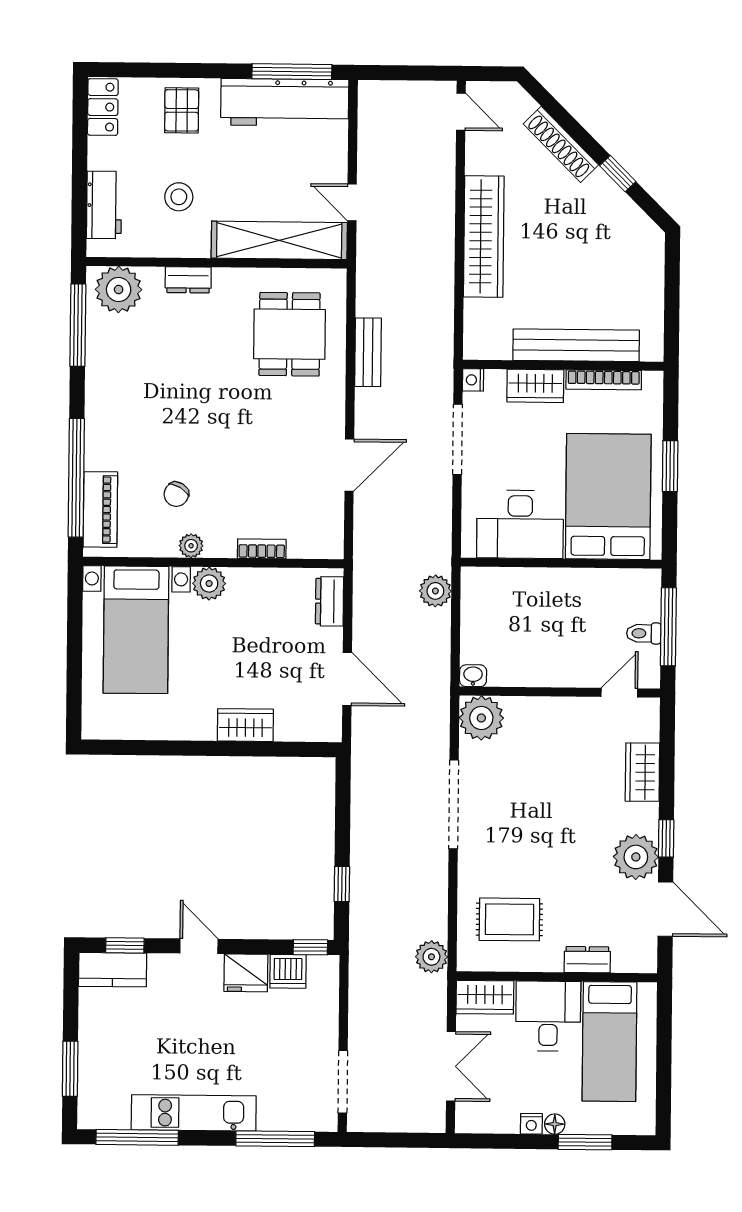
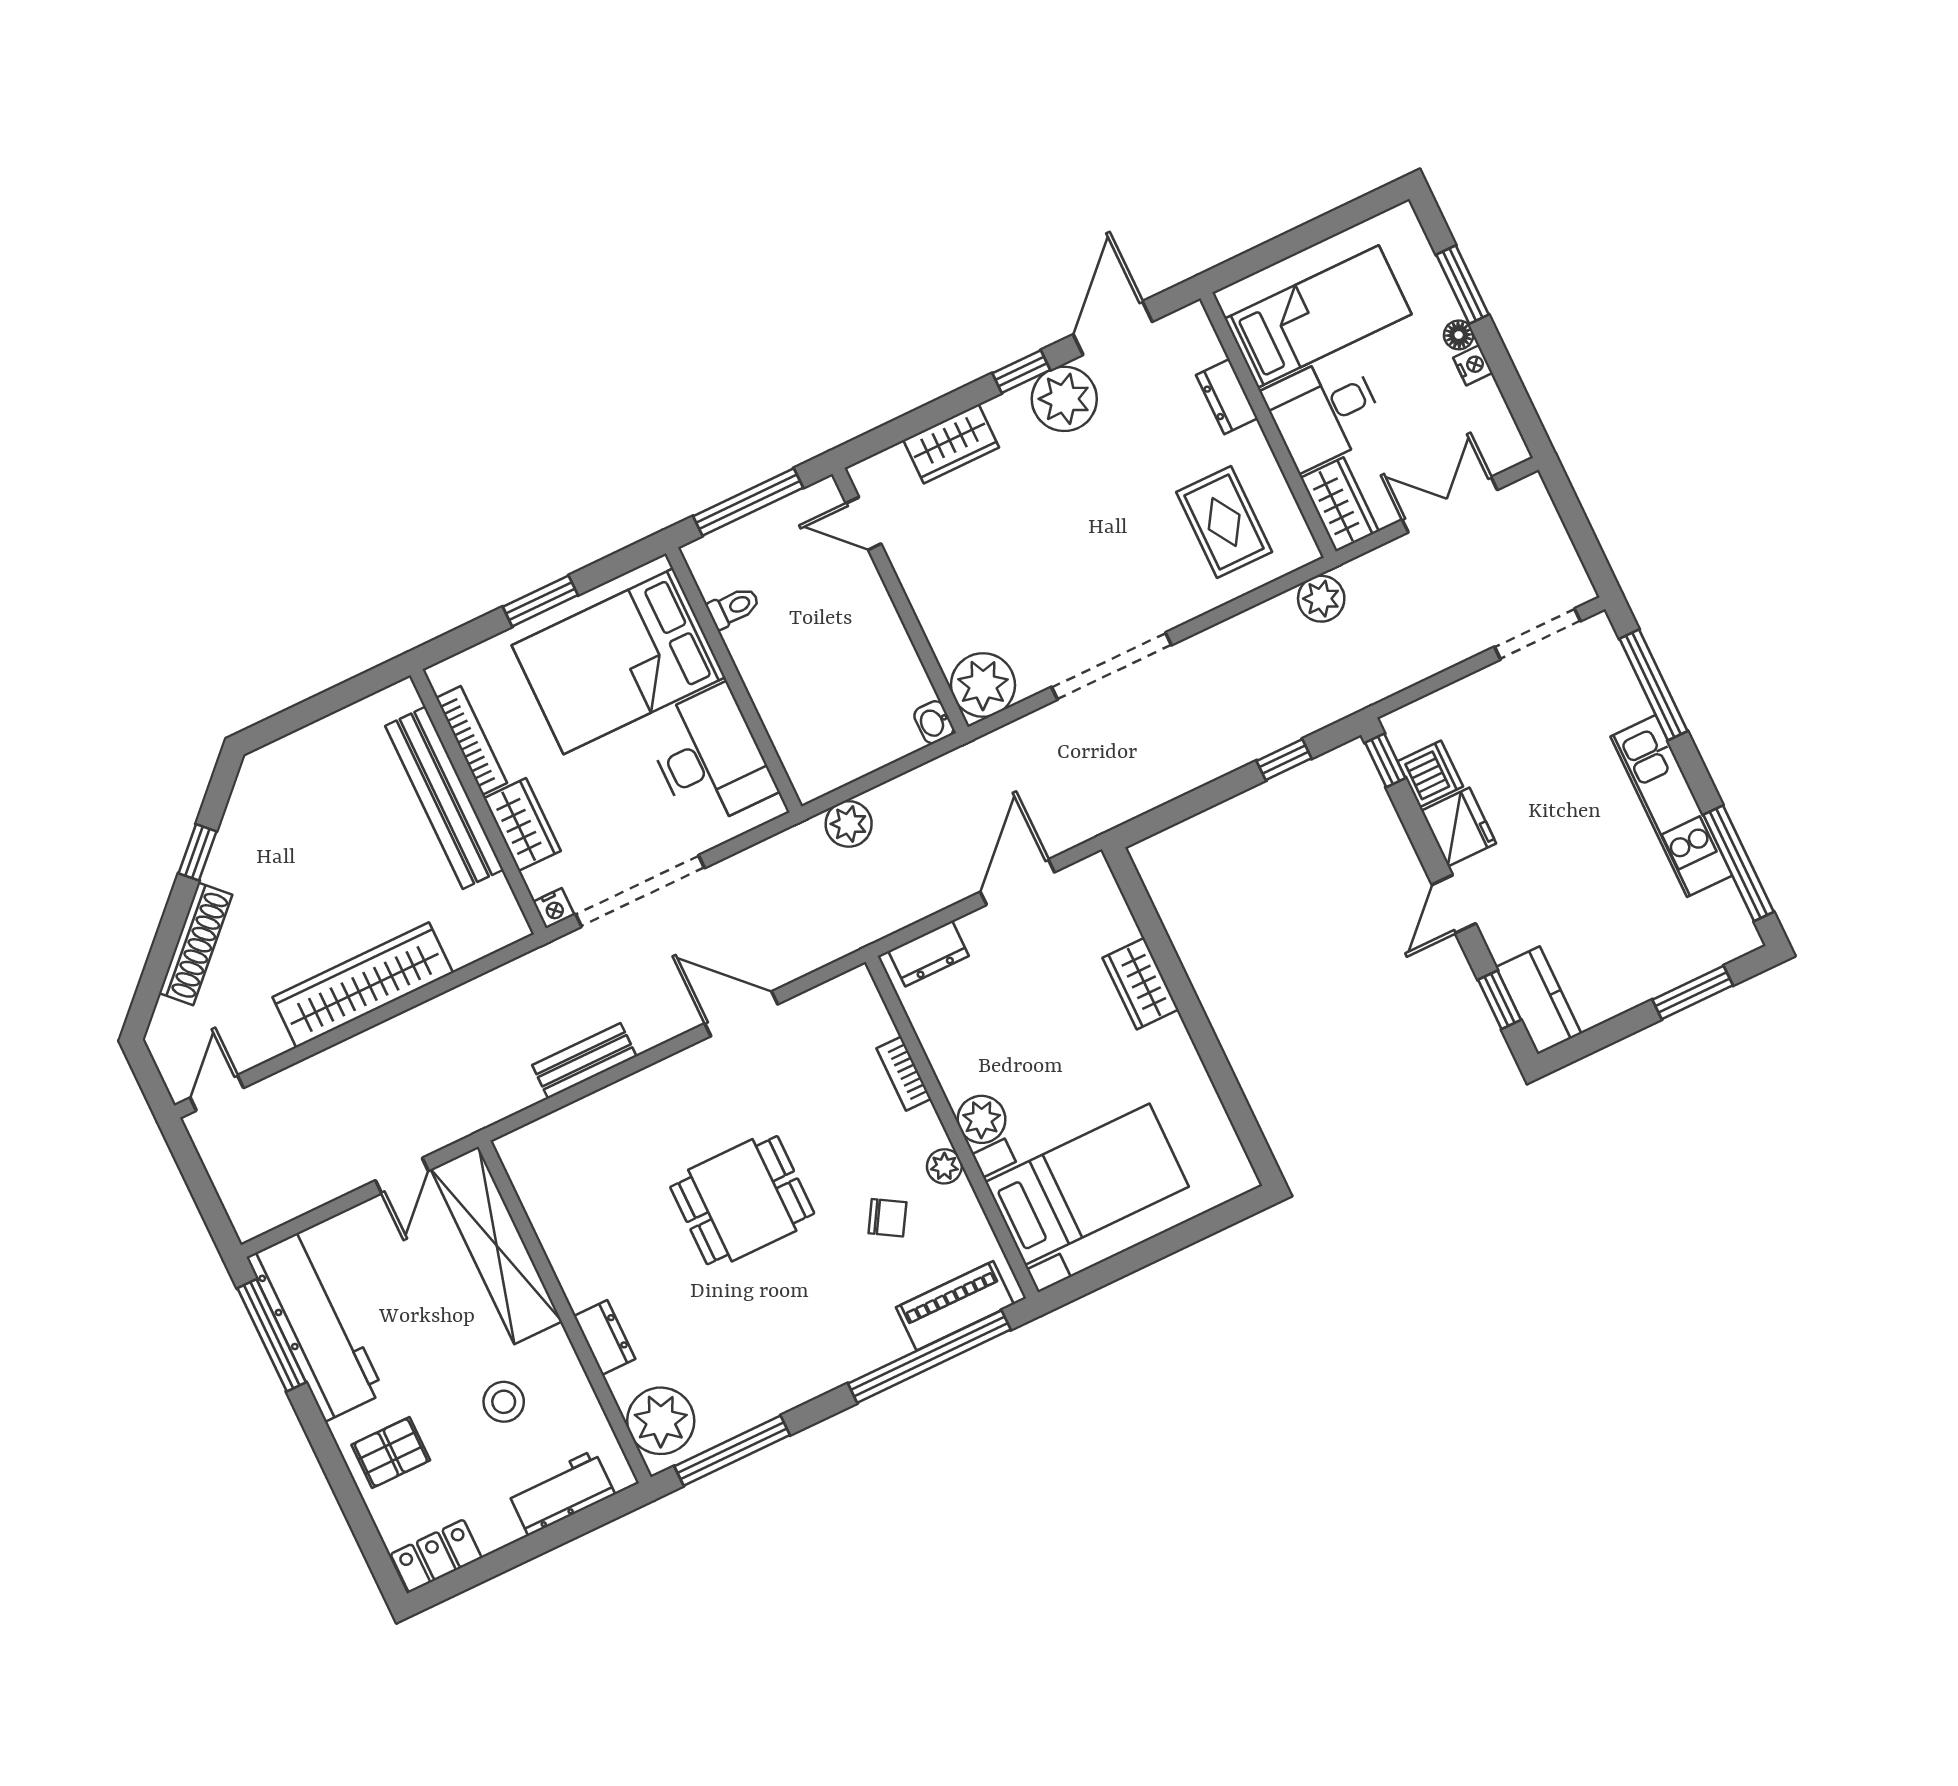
dining table: (289, 334) -> (742, 1200), moved
doorway: (457, 439) -> (640, 891), width x1.36
toilet: (644, 633) -> (733, 607), moved, turned -90

